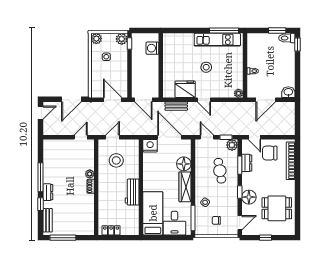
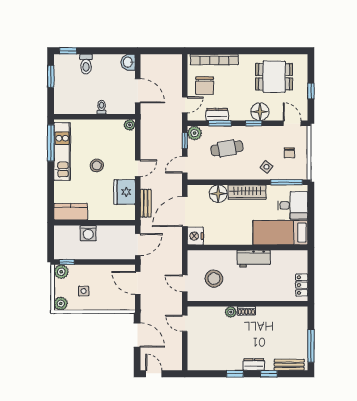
toilet: (287, 38) -> (86, 64), moved
kitchen counter: (169, 46) -> (71, 212), added
washing machine: (152, 48) -> (88, 233), moved
door: (113, 100) -> (138, 283), hinge flipped
window: (41, 177) -> (235, 374), width x0.46
dining table: (277, 208) -> (274, 77), turned 90

